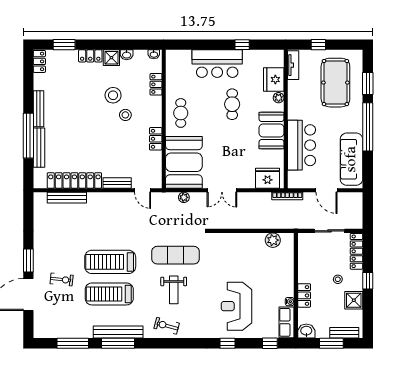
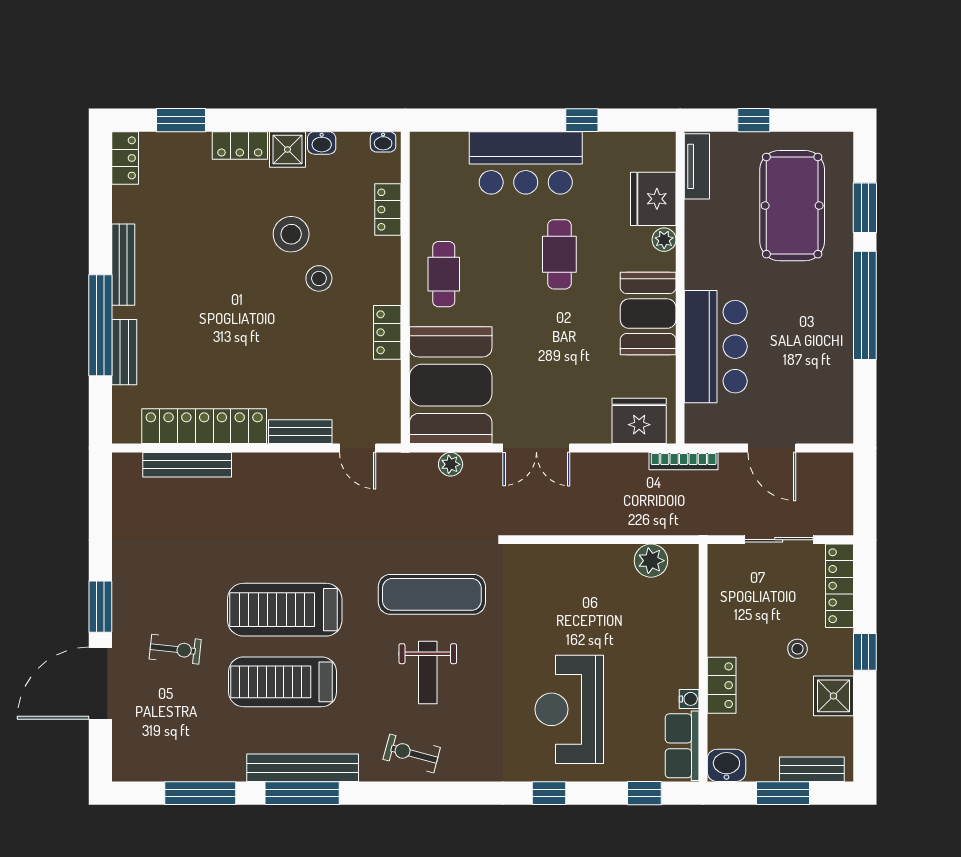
bench: (39, 148) -> (124, 352), width x0.73
sofa: (351, 159) -> (828, 378), removed

